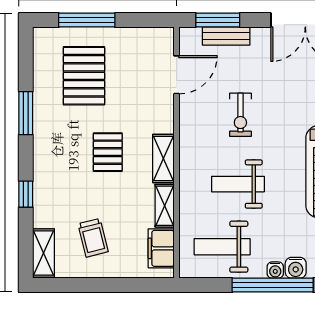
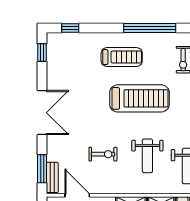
bench: (226, 36) -> (52, 177), moved

